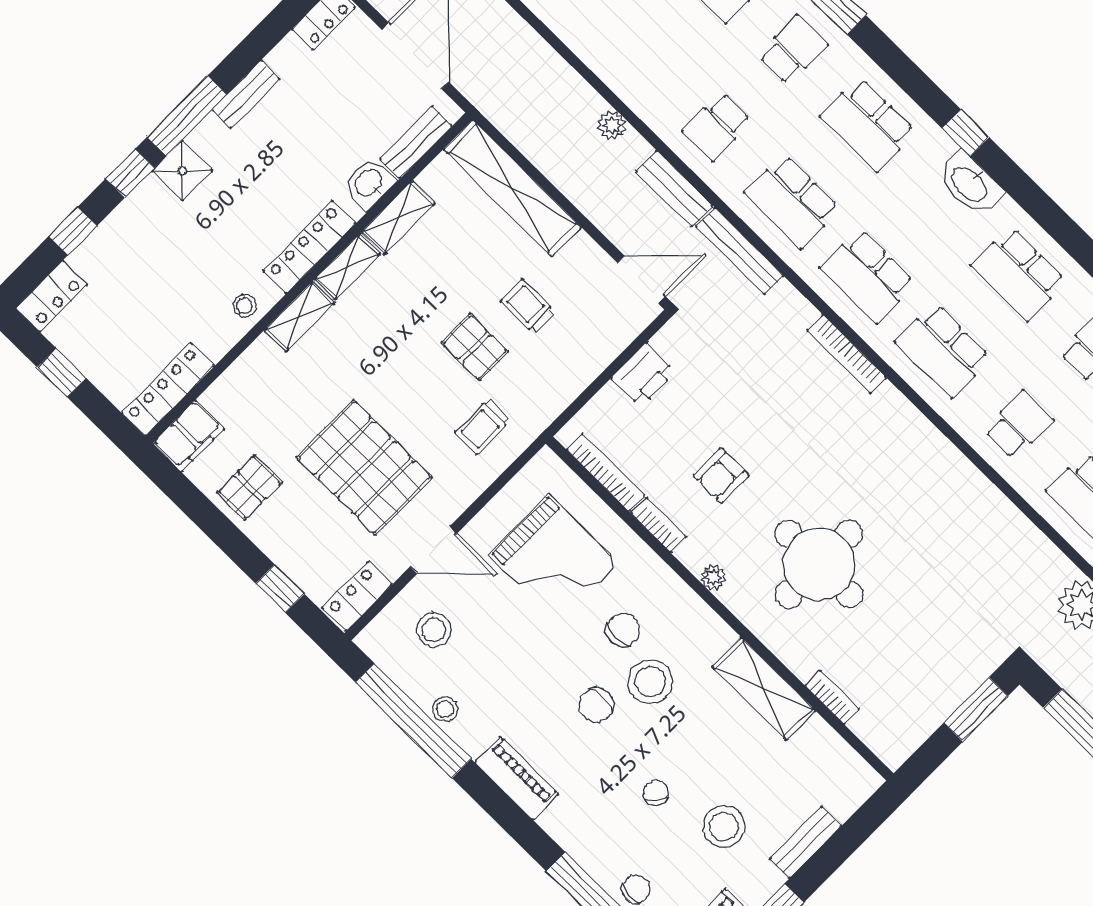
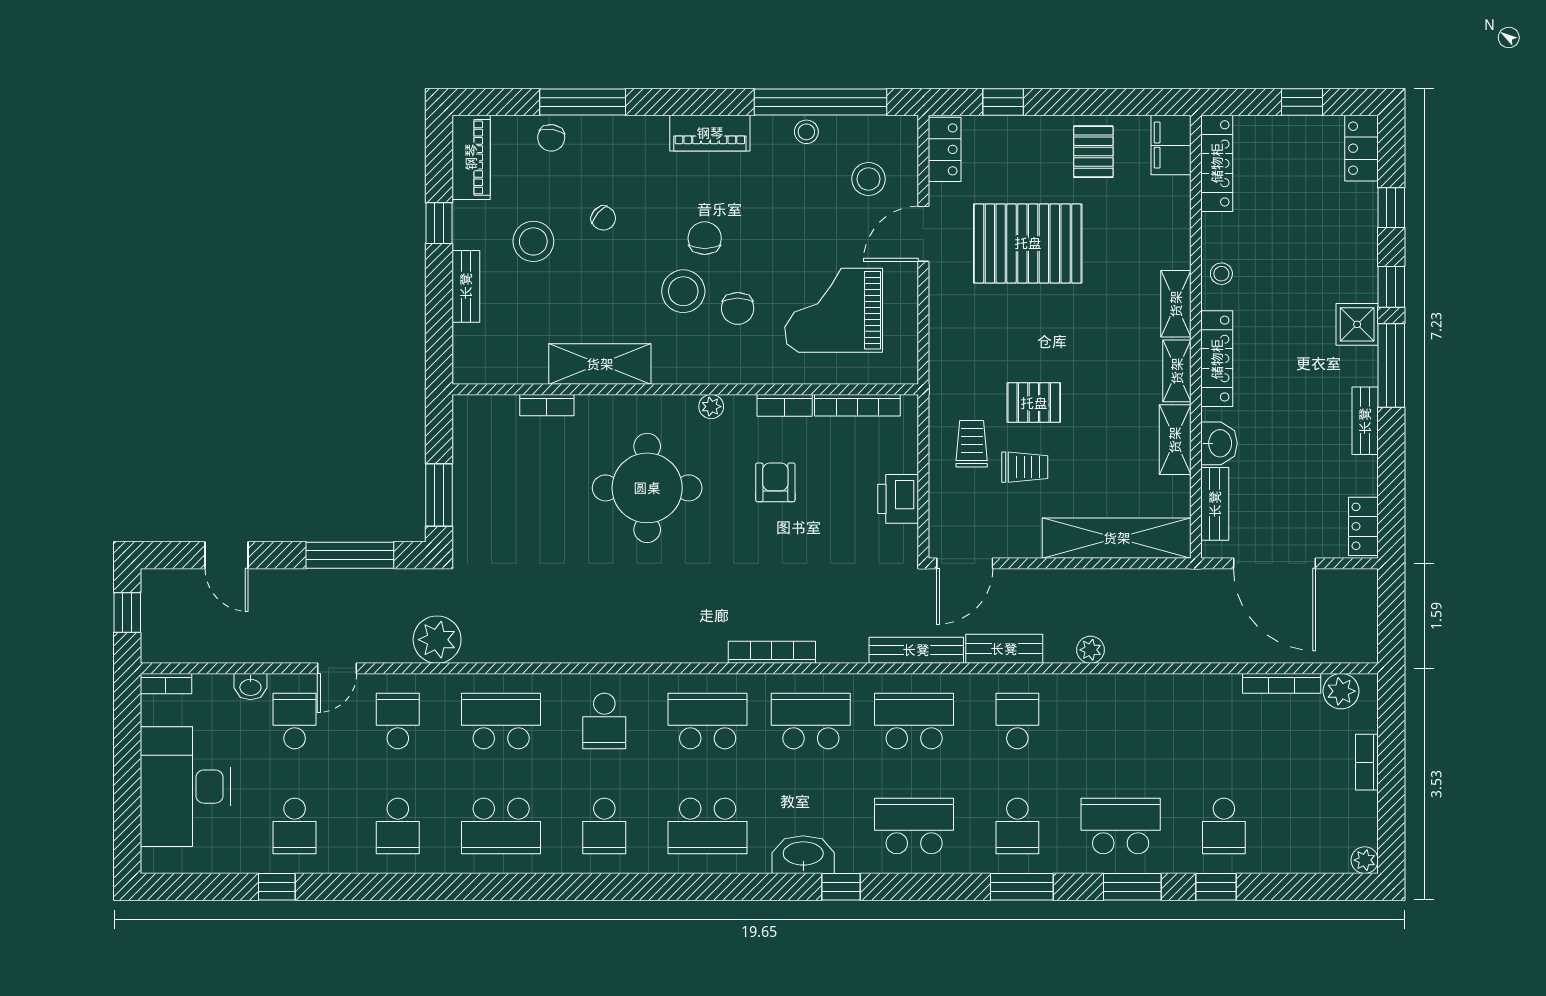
school desk: (1019, 274) -> (708, 826), turned 180
trolley: (483, 426) -> (972, 444), moved

